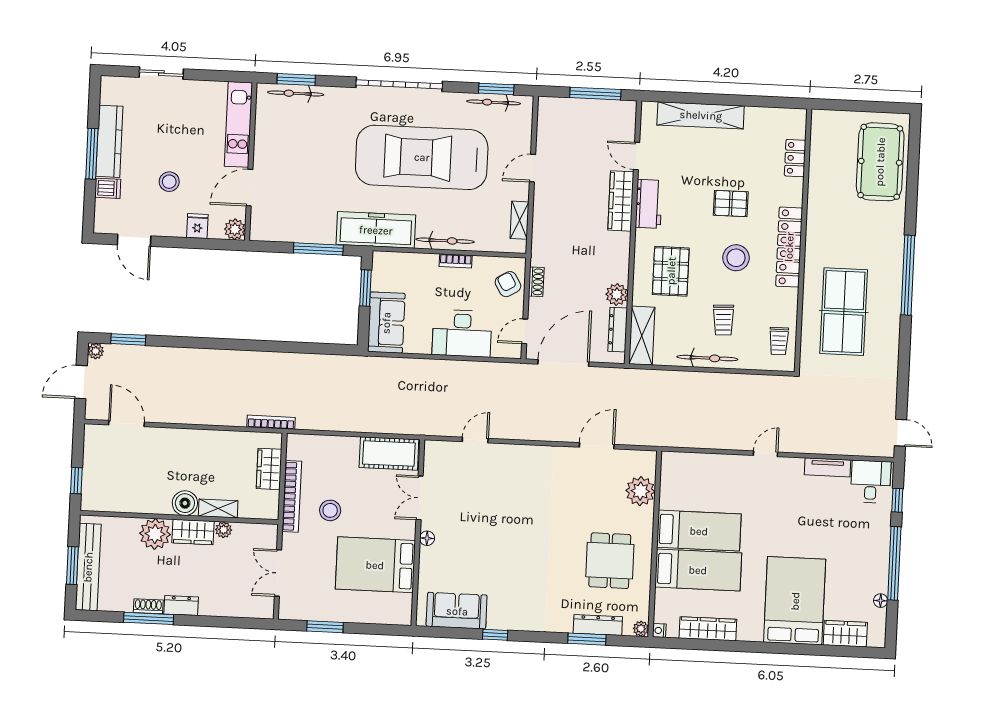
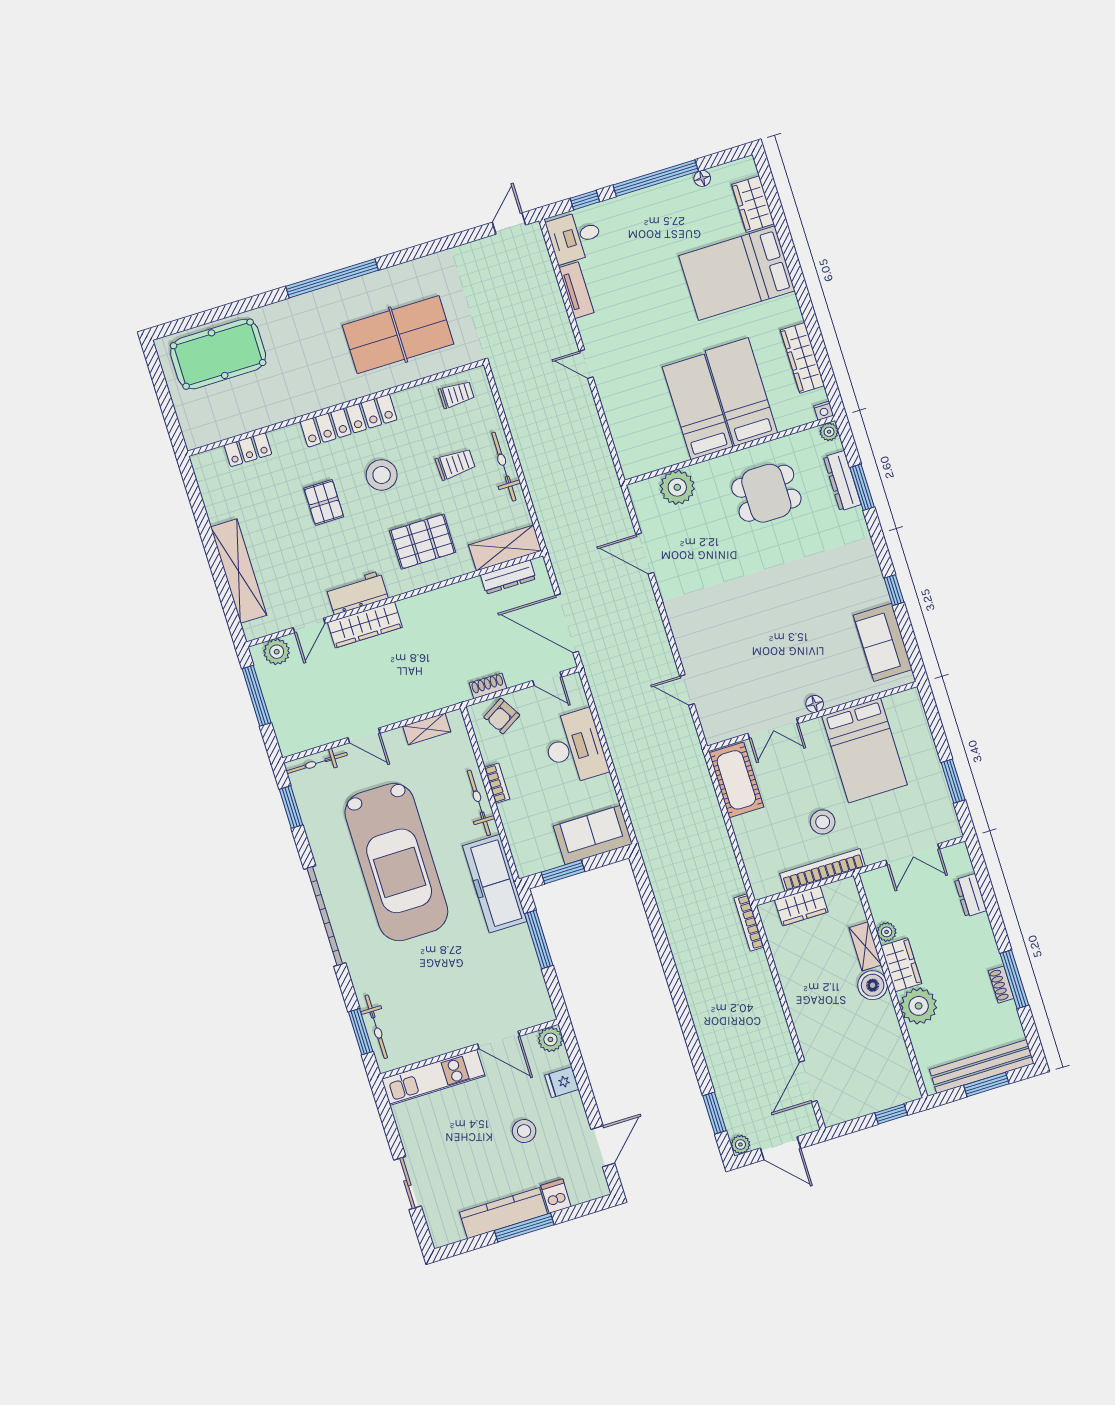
bicycle: (494, 102) -> (317, 763), moved, turned 90
plant: (617, 295) -> (277, 652), moved
dresser: (181, 605) -> (971, 895), moved

